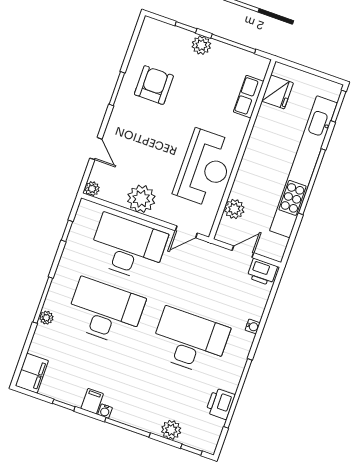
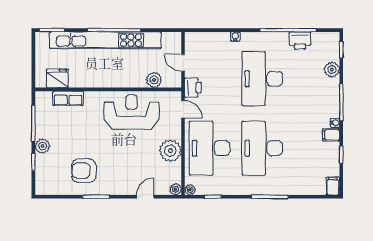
printer: (262, 272) -> (193, 88), moved
plant: (46, 318) -> (190, 190), moved
filing cabinet: (32, 373) -> (333, 186), width x0.50

